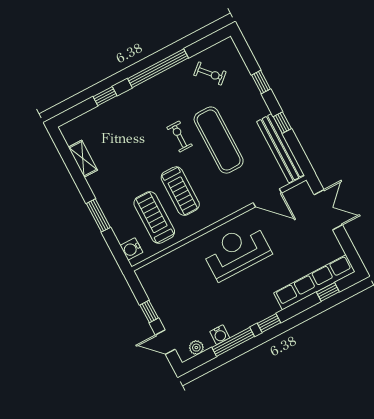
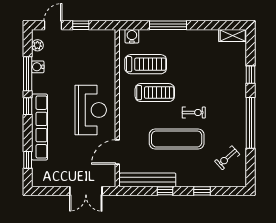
shelving: (83, 159) -> (233, 36), moved
treadmill: (180, 191) -> (155, 93), turned 180
window: (98, 215) -> (168, 25), width x1.44
row of seats: (314, 282) -> (40, 127), moved

